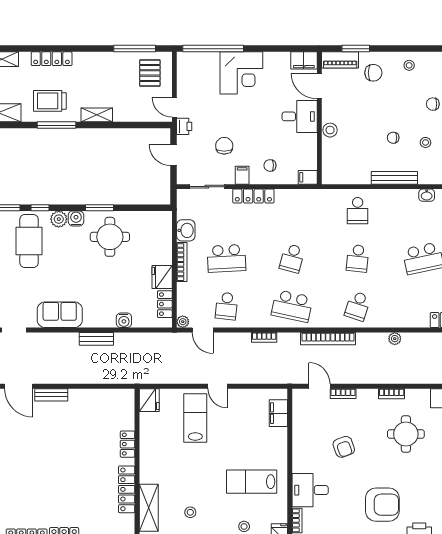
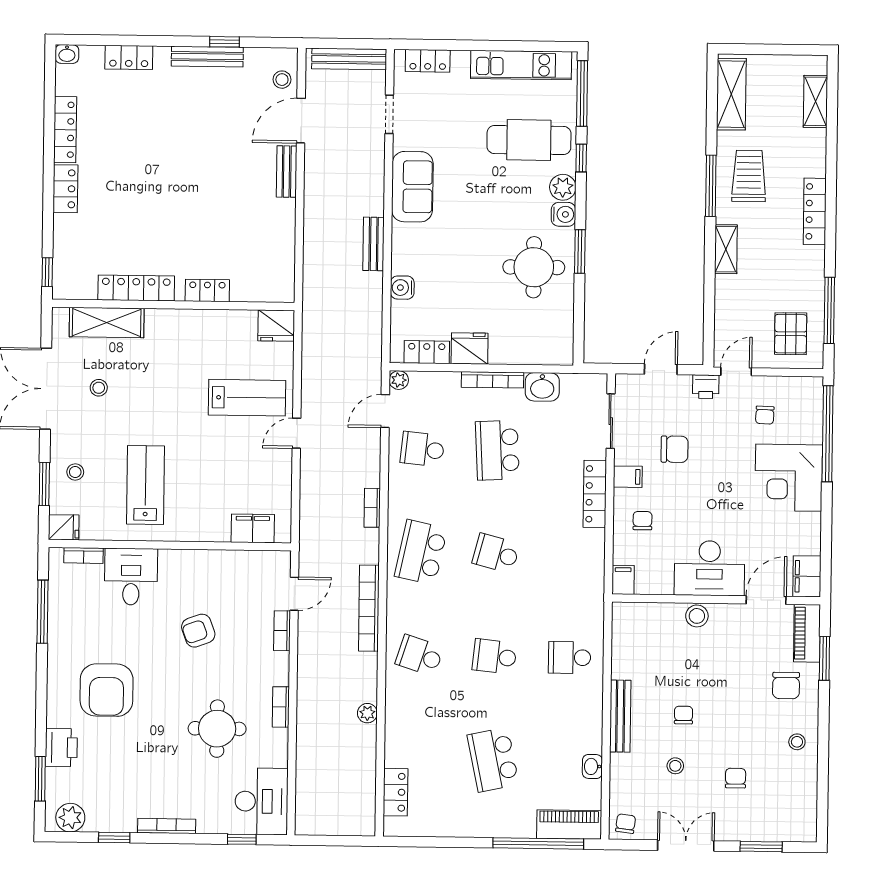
locker: (52, 59) -> (815, 211), moved
pallet: (150, 73) -> (791, 334), turned 90
chair: (202, 89) -> (765, 415), added
desk: (300, 116) -> (709, 568), width x1.37

